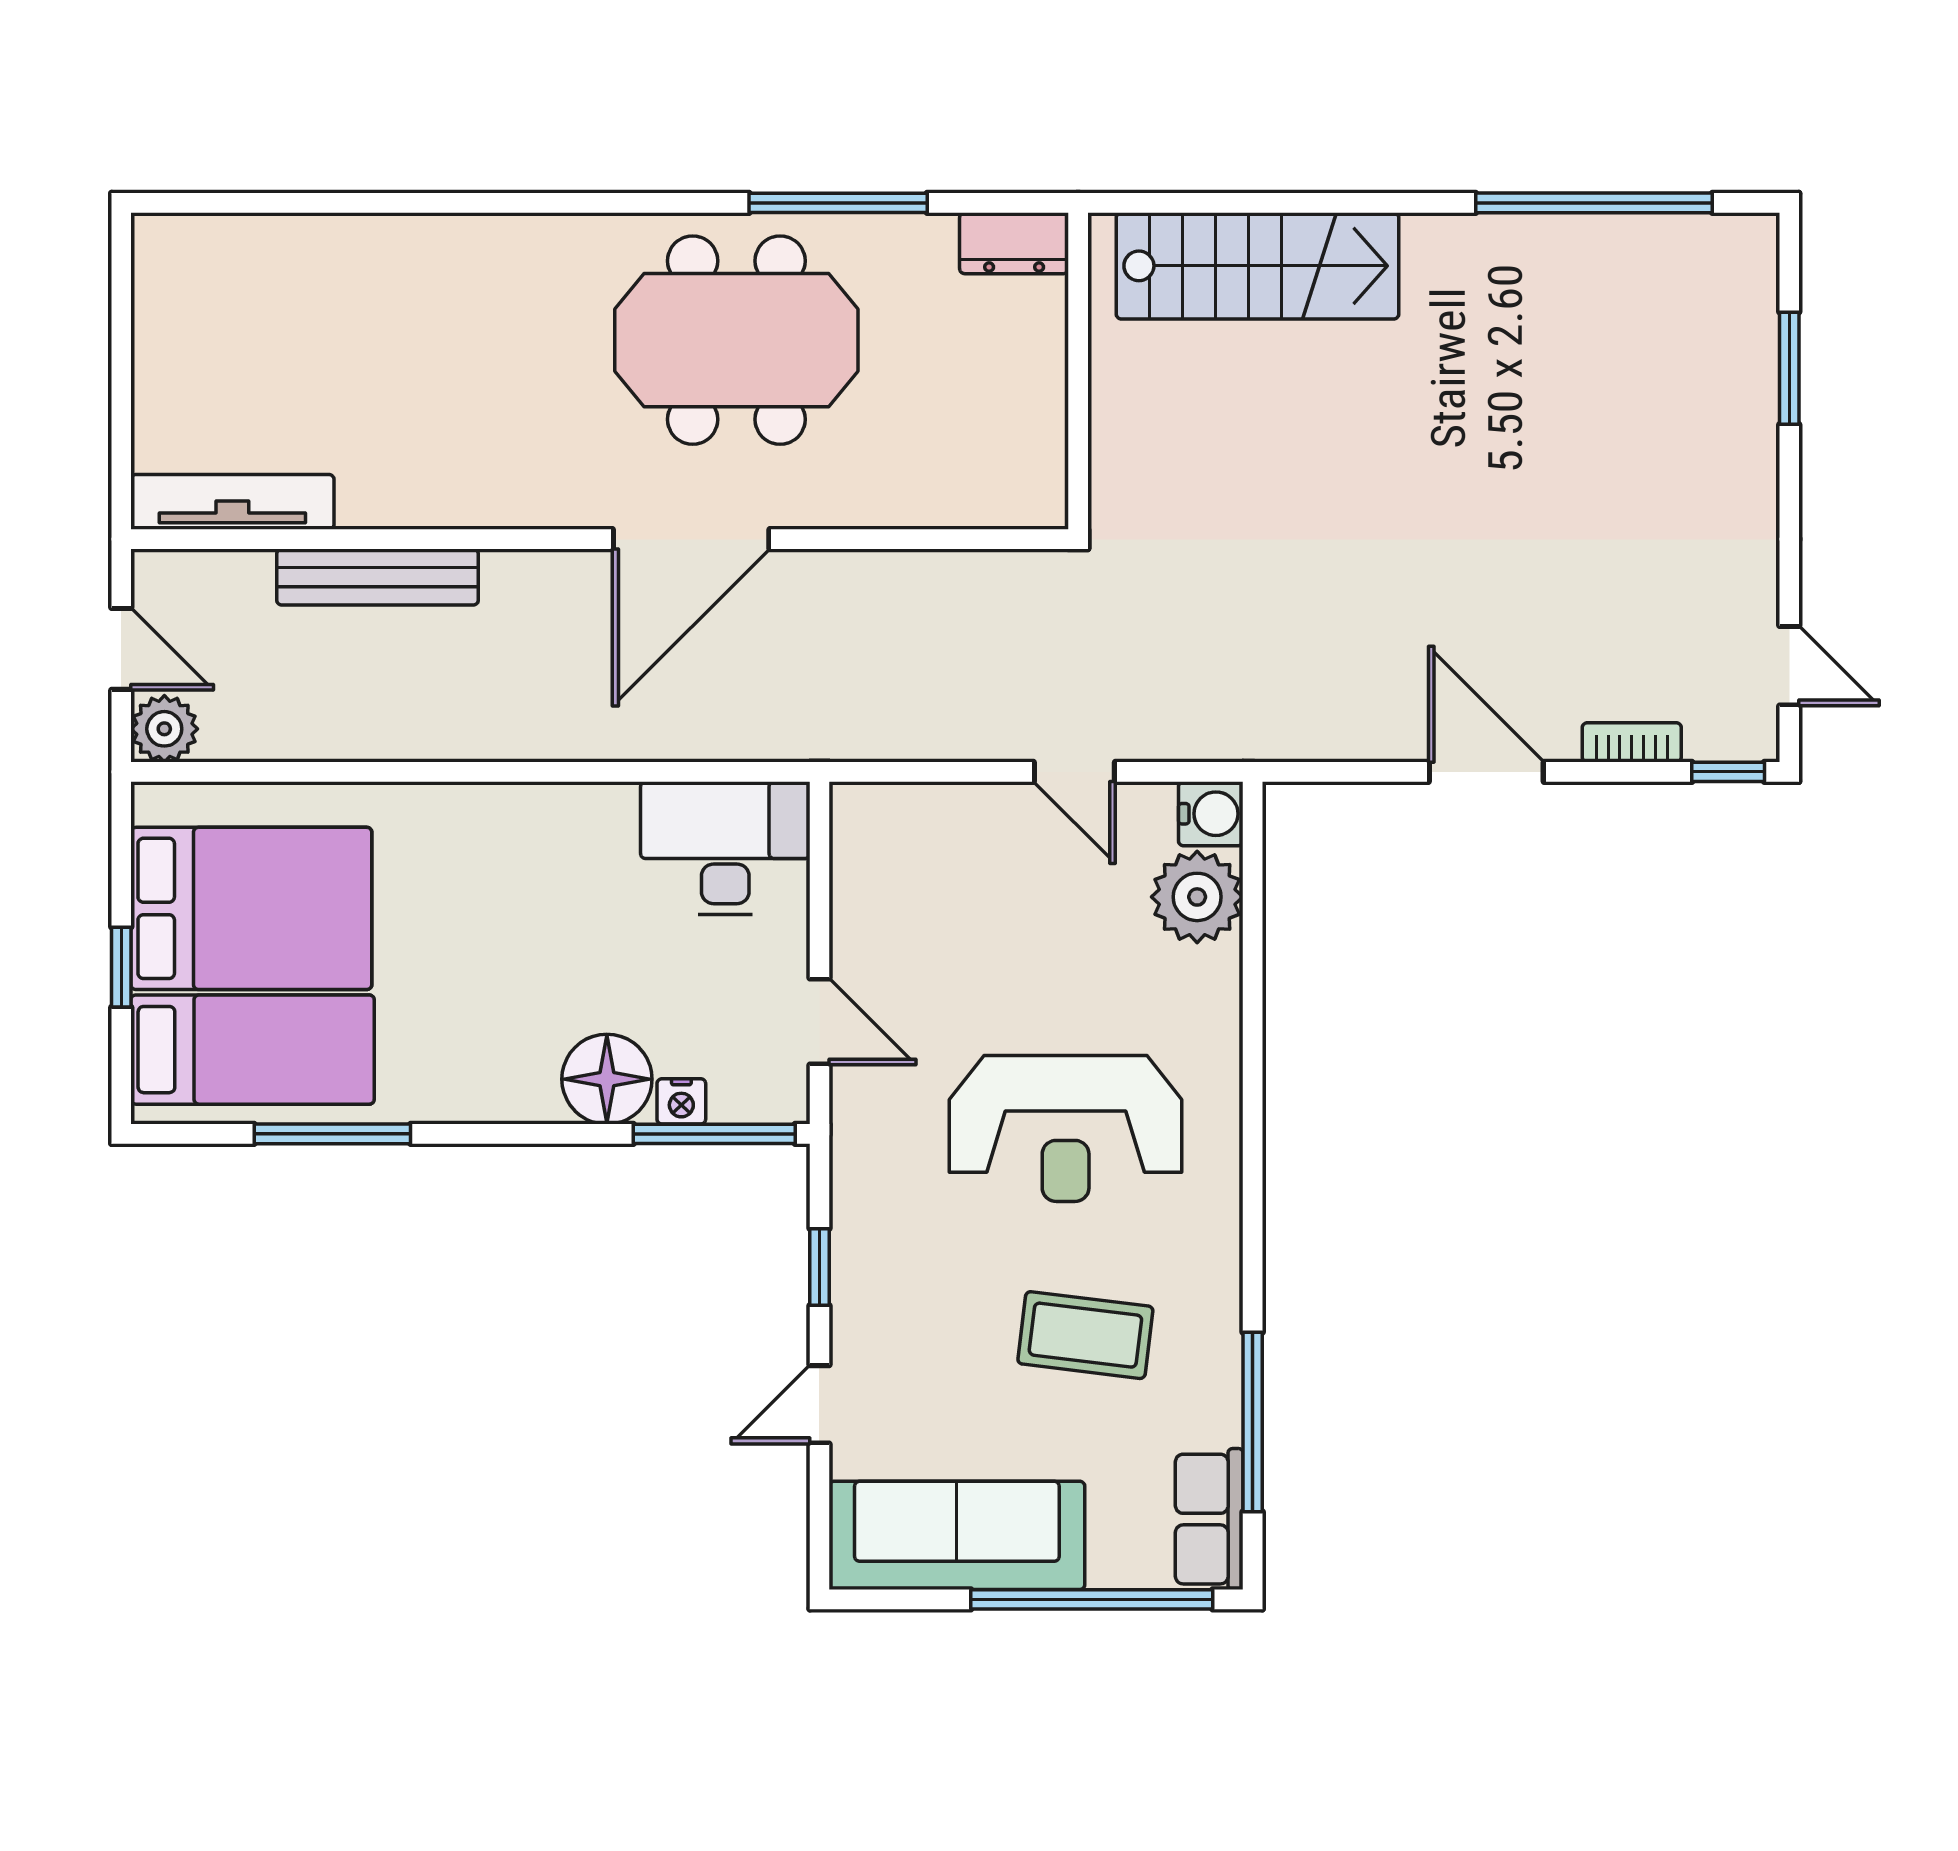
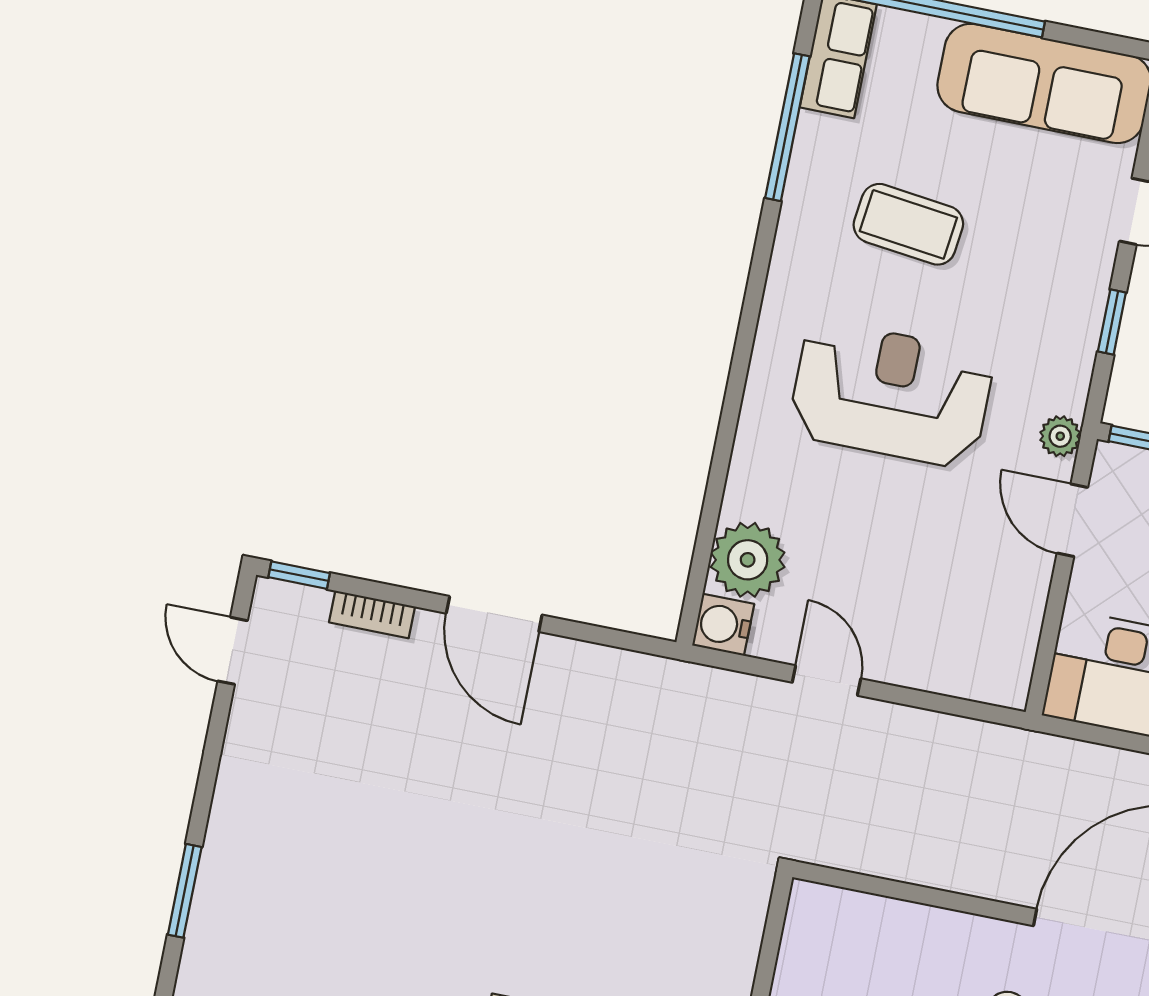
plant: (854, 1119) -> (1060, 436), added

